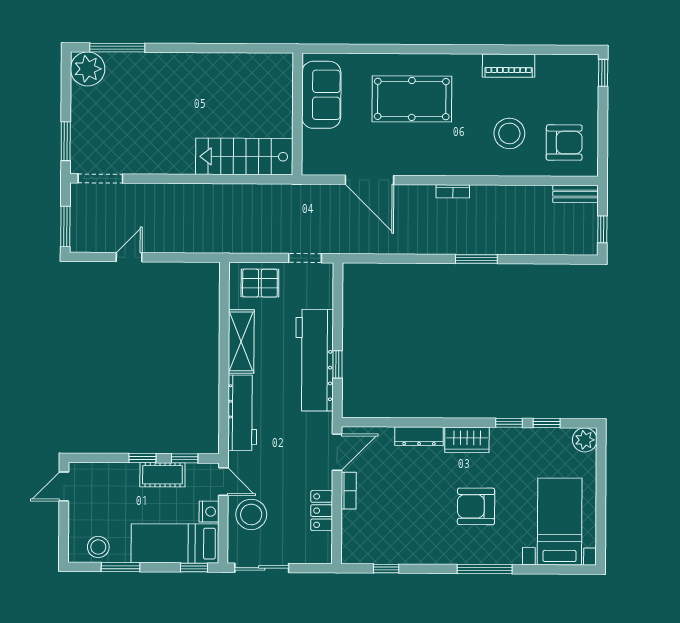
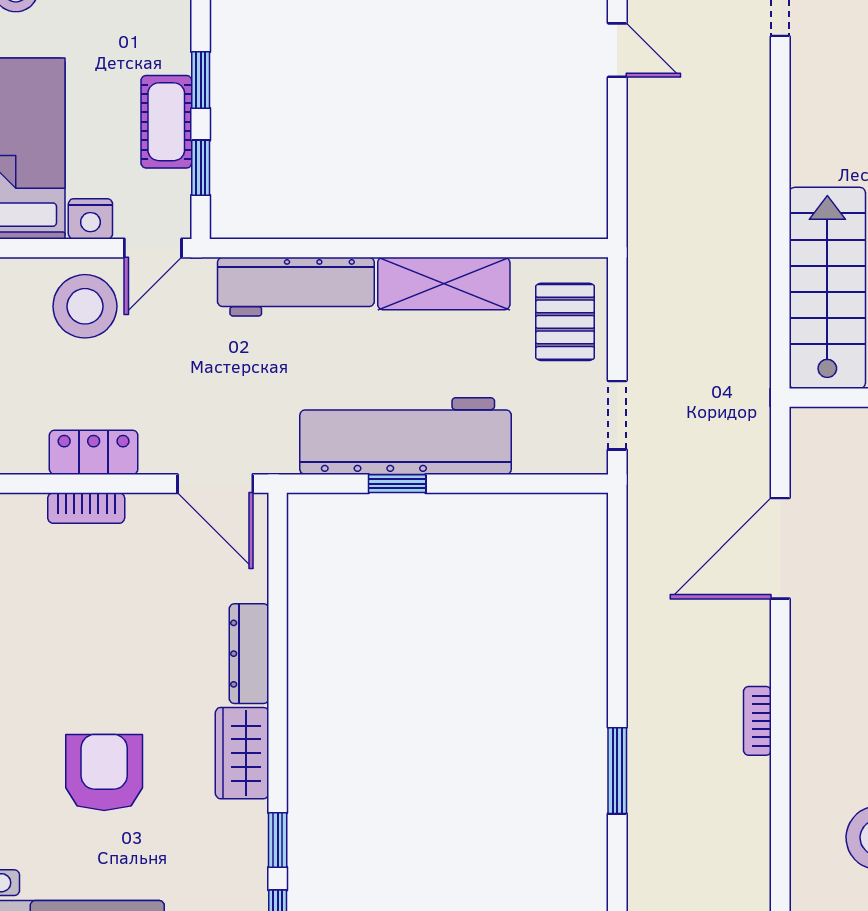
bookcase: (349, 491) -> (86, 508), moved

